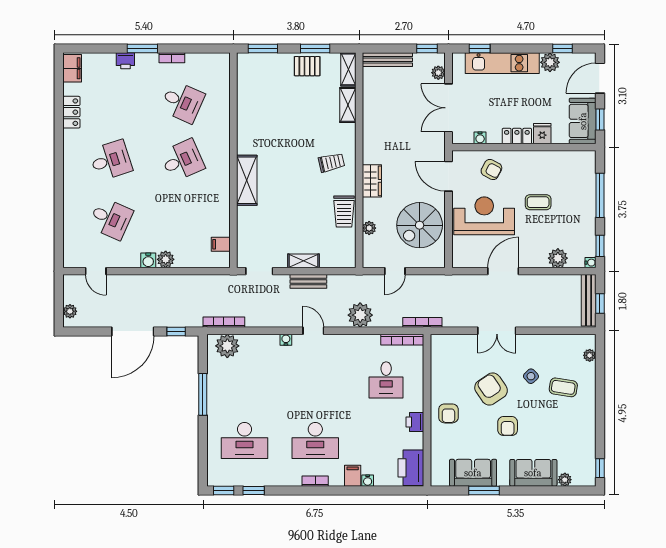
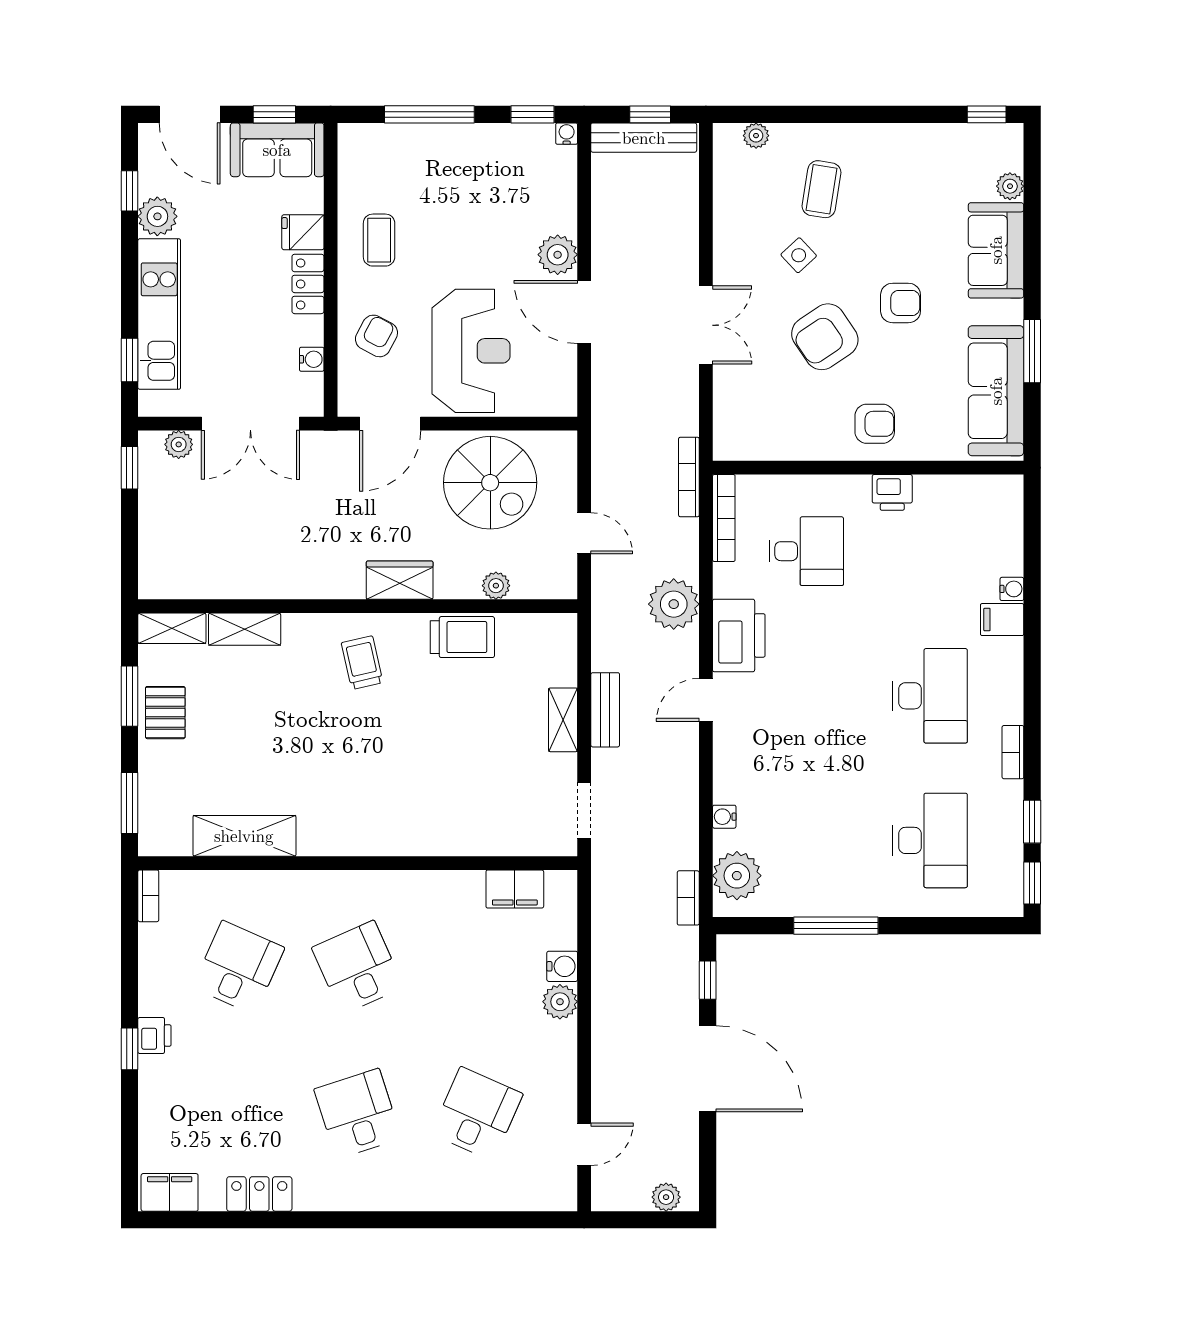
window: (142, 49) -> (129, 1049), width x0.67
bookcase: (172, 58) -> (148, 896), moved
bench: (387, 60) -> (152, 548), removed
printer: (125, 61) -> (154, 1035), moved
shelving: (247, 180) -> (244, 836), moved
coffee table: (538, 202) -> (379, 240), moved
reception desk: (484, 216) -> (471, 351), turned 180
filing cabinet: (221, 244) -> (515, 889), width x2.00
plant: (558, 258) -> (558, 255), moved
water cooler: (148, 260) -> (562, 966), moved
bookcase: (224, 322) -> (688, 898), width x0.64
water cooler: (286, 340) -> (724, 817), moved
printer: (411, 468) -> (739, 635), moved, turned -90
sofa: (473, 473) -> (996, 391), width x1.36
bookcase: (315, 481) -> (1013, 752), moved

